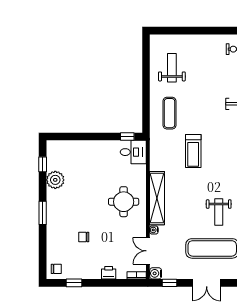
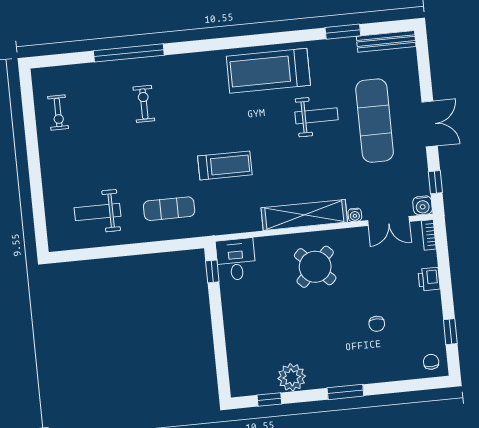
round table: (124, 202) -> (315, 267), turned 45

